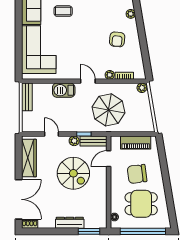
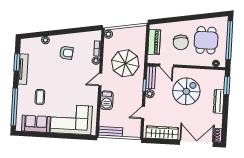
spiral stairs: (73, 173) -> (186, 91), moved

